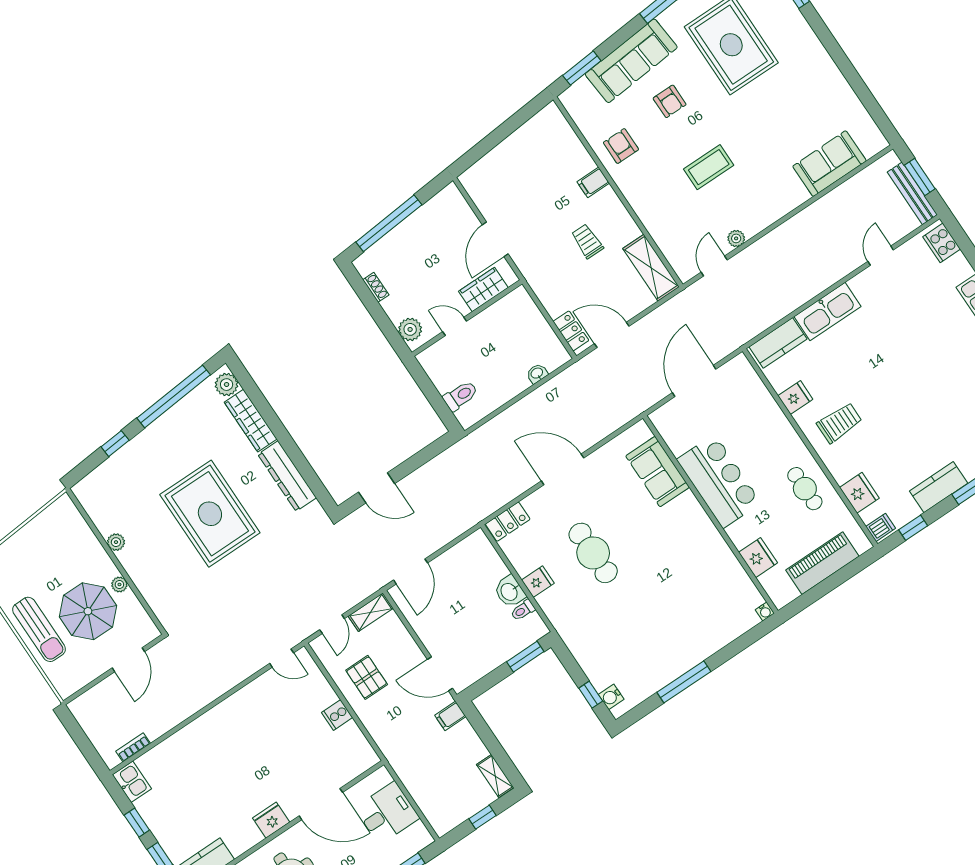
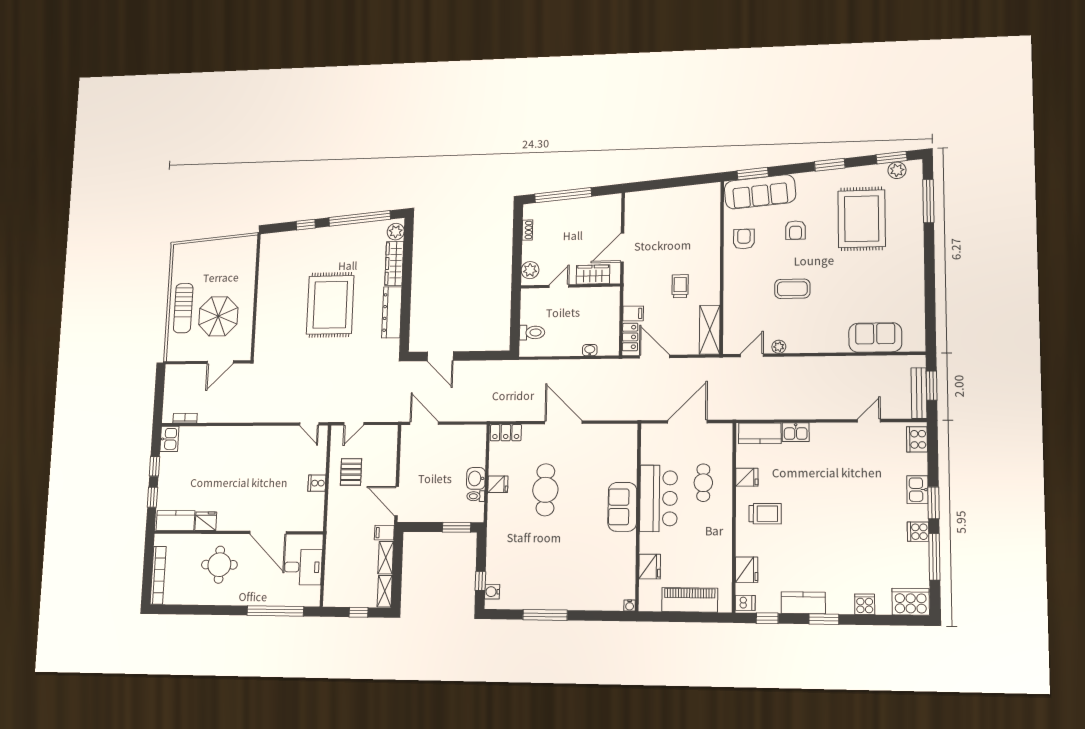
sofa: (631, 61) -> (760, 192), moved
filing cabinet: (593, 182) -> (633, 313), moved, turned 180
kitchen sink: (828, 312) -> (796, 432), width x0.53, depth x0.81
door: (455, 326) -> (559, 286), hinge flipped
sofa: (658, 472) -> (622, 507), moved
cafe table: (805, 489) -> (703, 483), moved
plant: (116, 542) -> (264, 285), removed
door: (411, 571) -> (424, 423), swing flipped
plant: (119, 584) -> (248, 312), removed
shelving: (371, 612) -> (386, 558), moved, turned 90
fridge: (271, 820) -> (206, 521), moved

